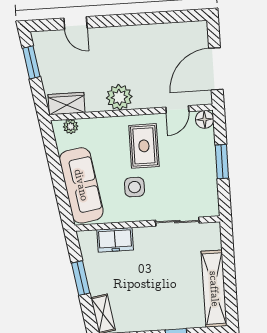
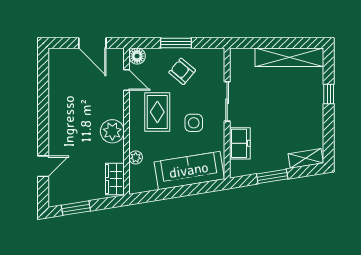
door: (216, 69) -> (92, 43), width x0.73
plant: (71, 126) -> (136, 157), moved
rug: (144, 146) -> (157, 112), turned 90
armchair: (191, 171) -> (182, 71), added
sliding door: (177, 222) -> (227, 101), moved

